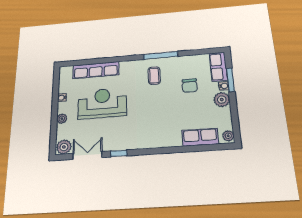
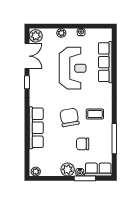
window: (161, 55) -> (114, 139), moved
chair: (159, 102) -> (69, 117), added
row of seats: (200, 137) -> (36, 128), moved, width x1.48

